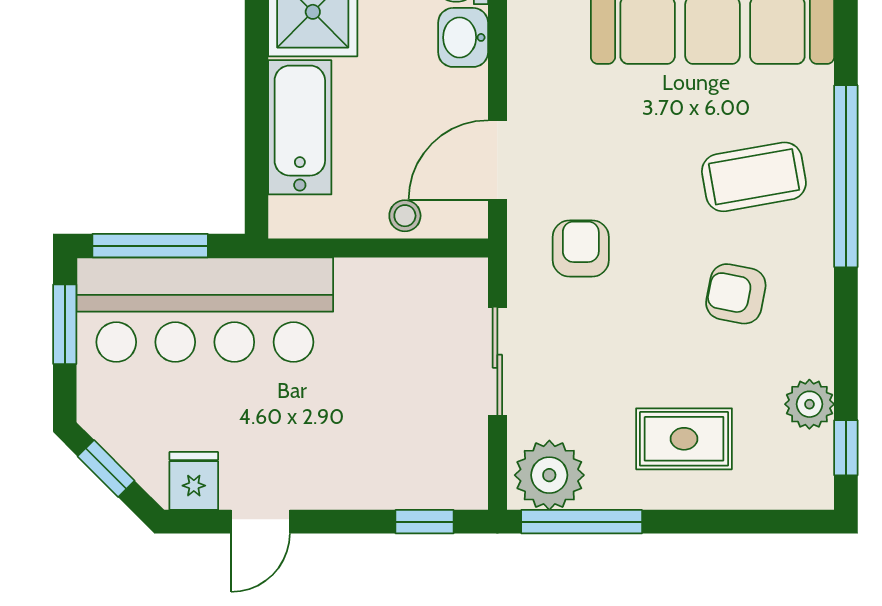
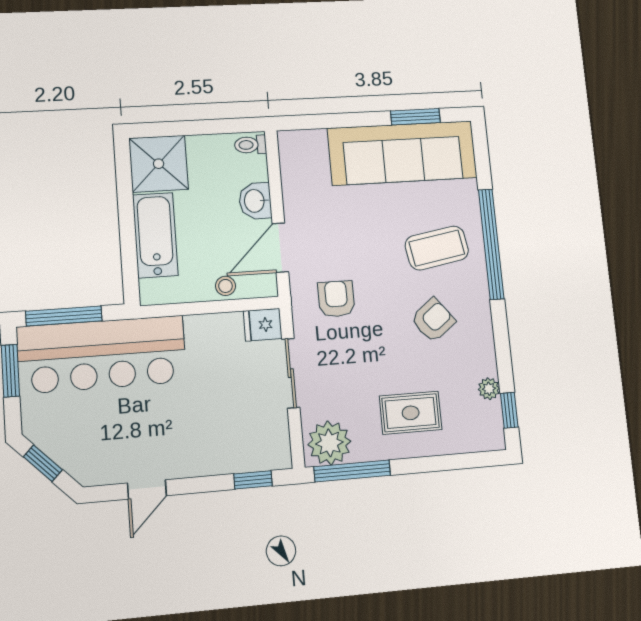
washbasin: (463, 37) -> (255, 201), moved
armchair: (736, 294) -> (433, 320), turned 131
plant: (809, 404) -> (489, 389), width x0.73, depth x0.73
fridge: (194, 481) -> (263, 325), moved, turned -90

